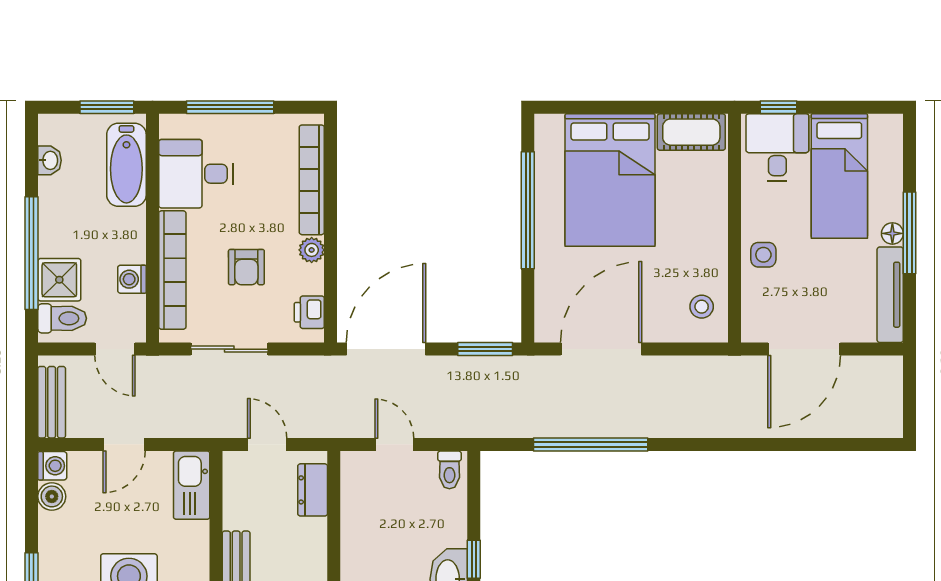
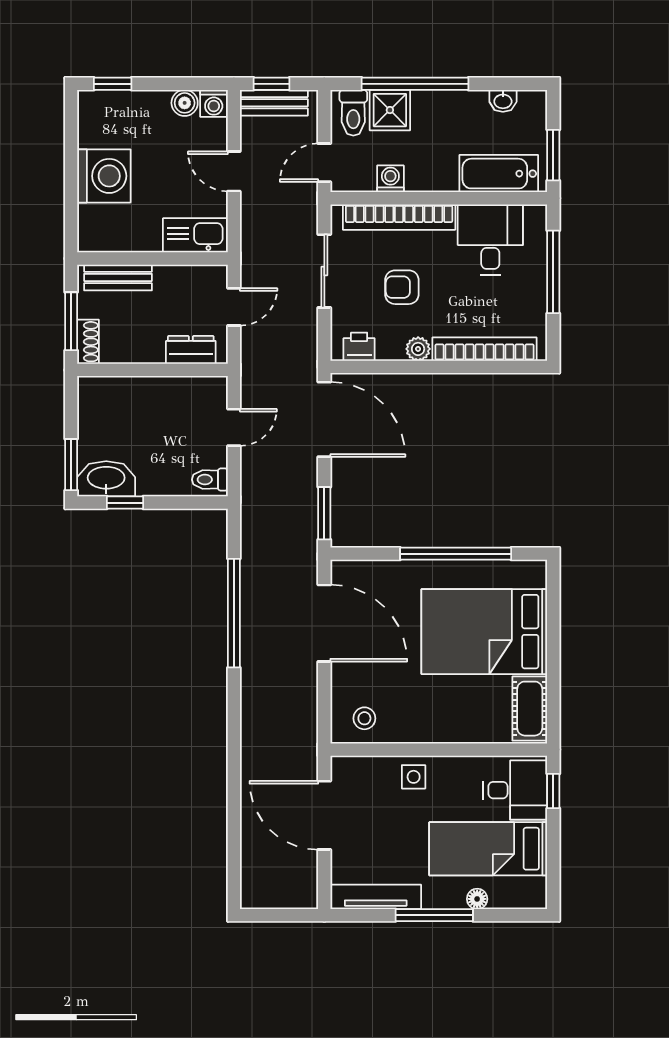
floor lamp: (892, 233) -> (477, 899), moved
window: (32, 405) -> (272, 84), added

